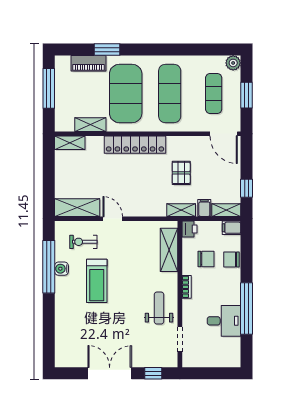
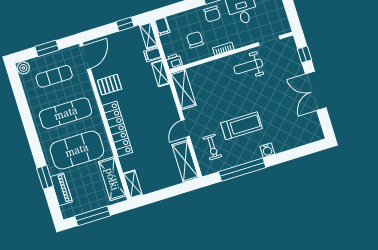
shelving: (90, 125) -> (112, 179), width x1.50, depth x1.33
pallet: (181, 173) -> (110, 85), moved
shelving: (169, 250) -> (183, 89), moved, turned 90
chair: (231, 259) -> (212, 14), moved
water cooler: (61, 269) -> (267, 150), moved

